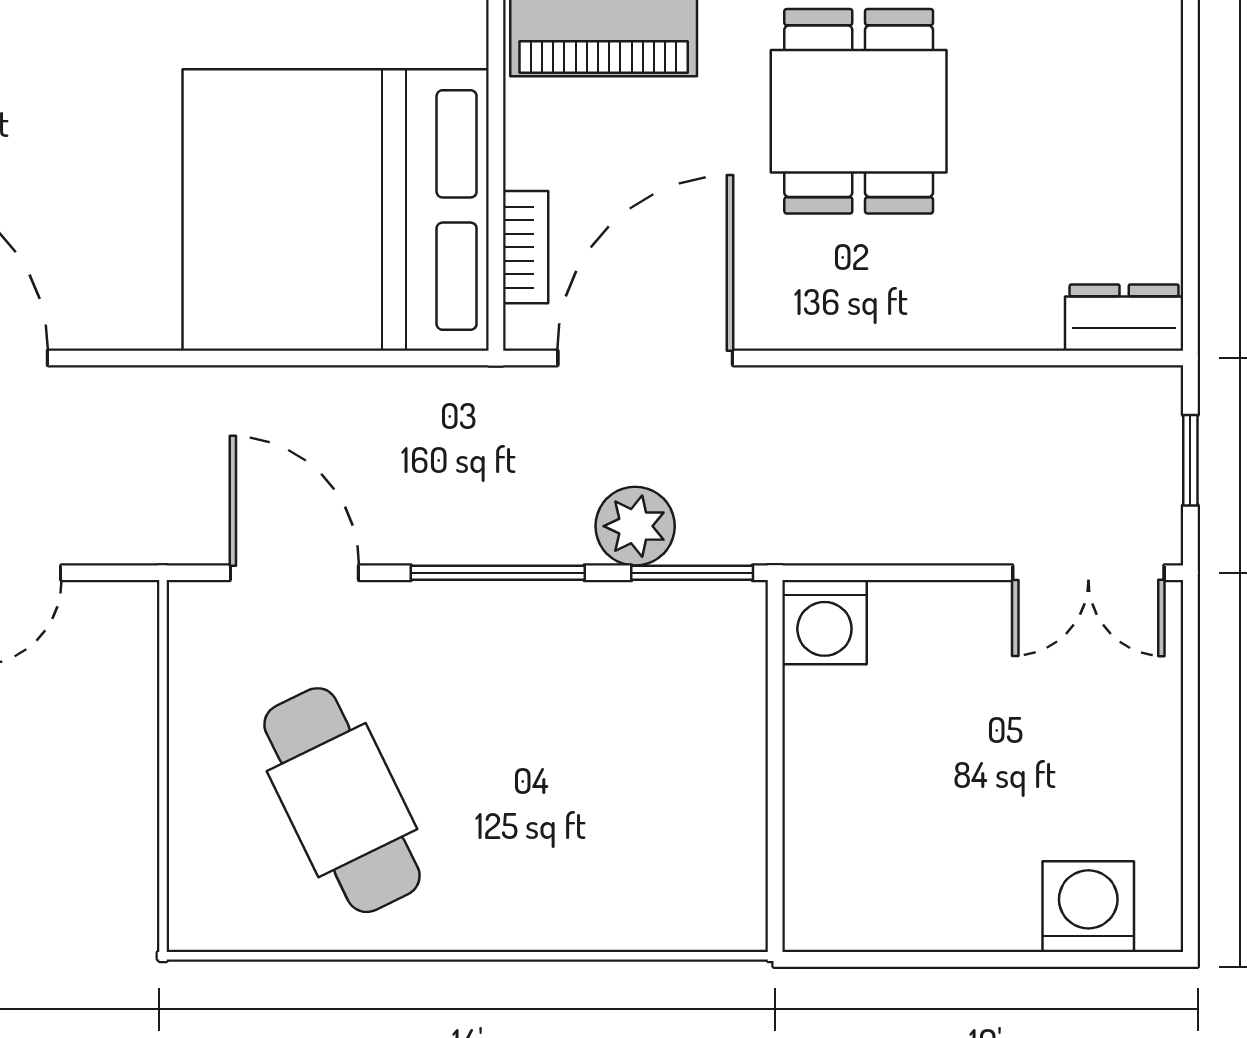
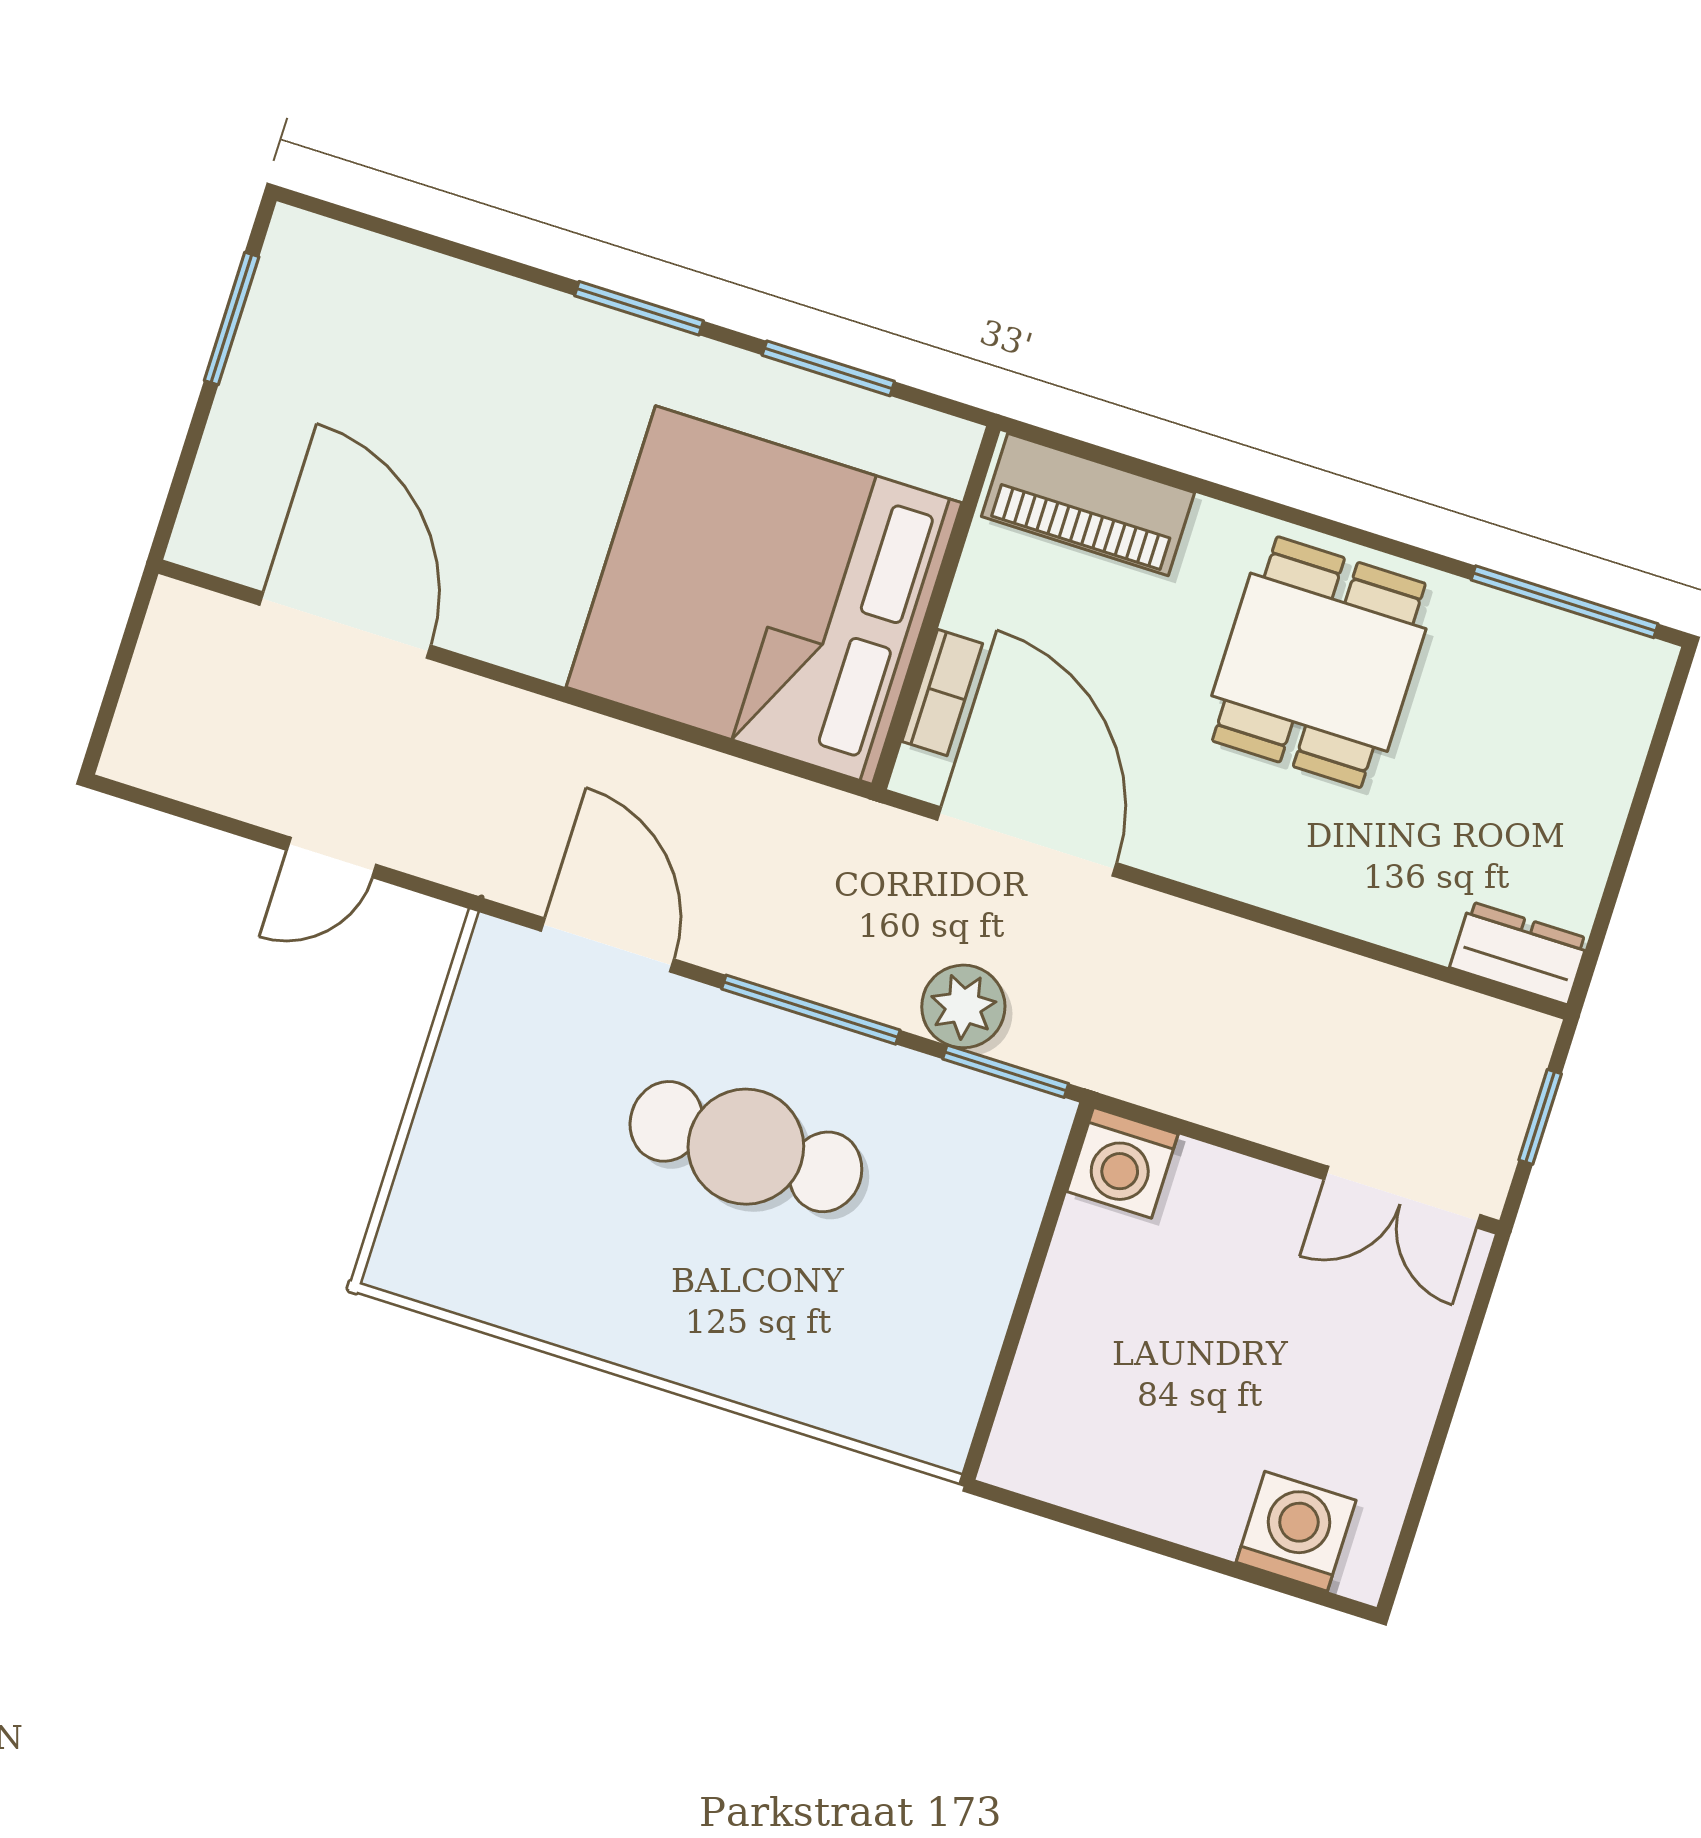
door: (645, 358) -> (1027, 841), hinge flipped
cafe table: (342, 800) -> (746, 1147), moved, turned -64

